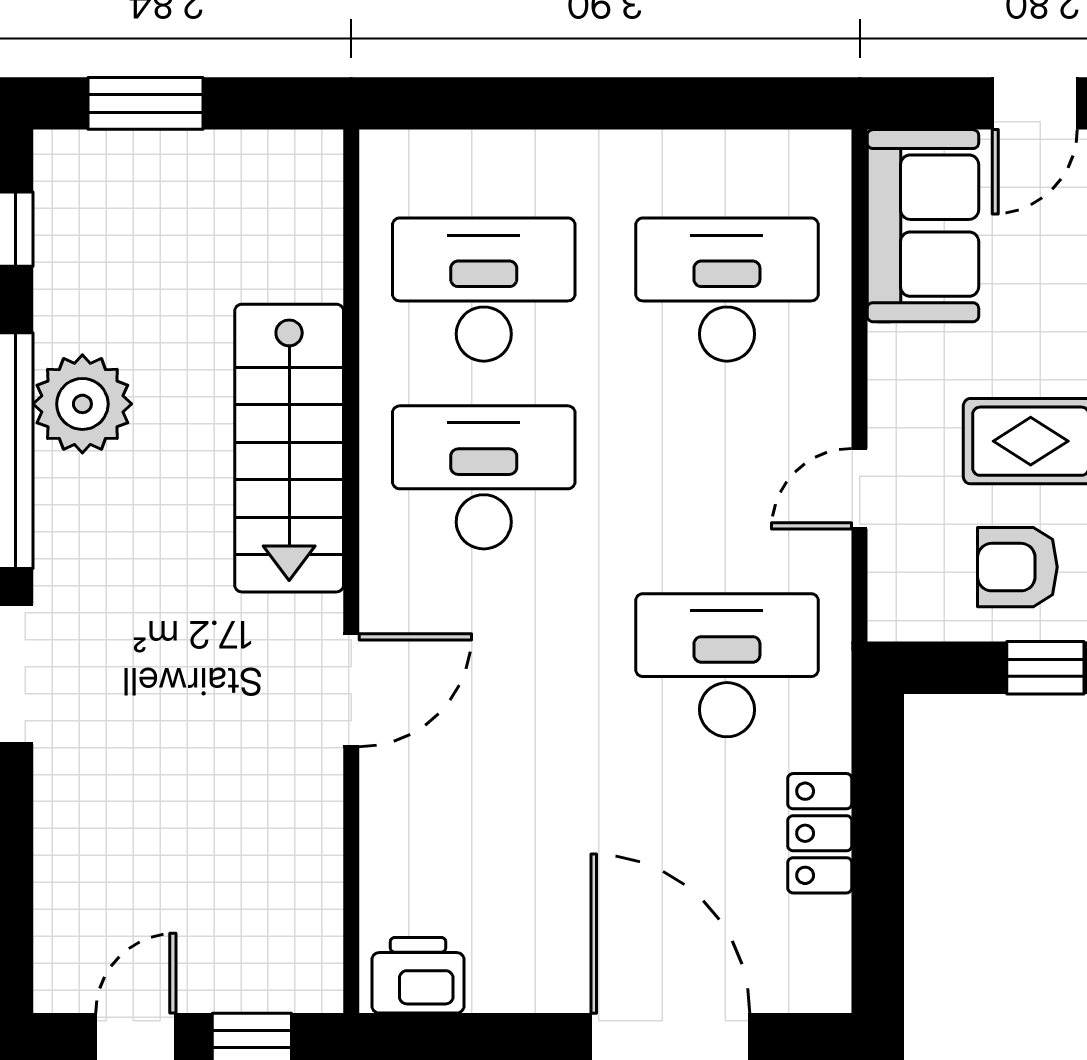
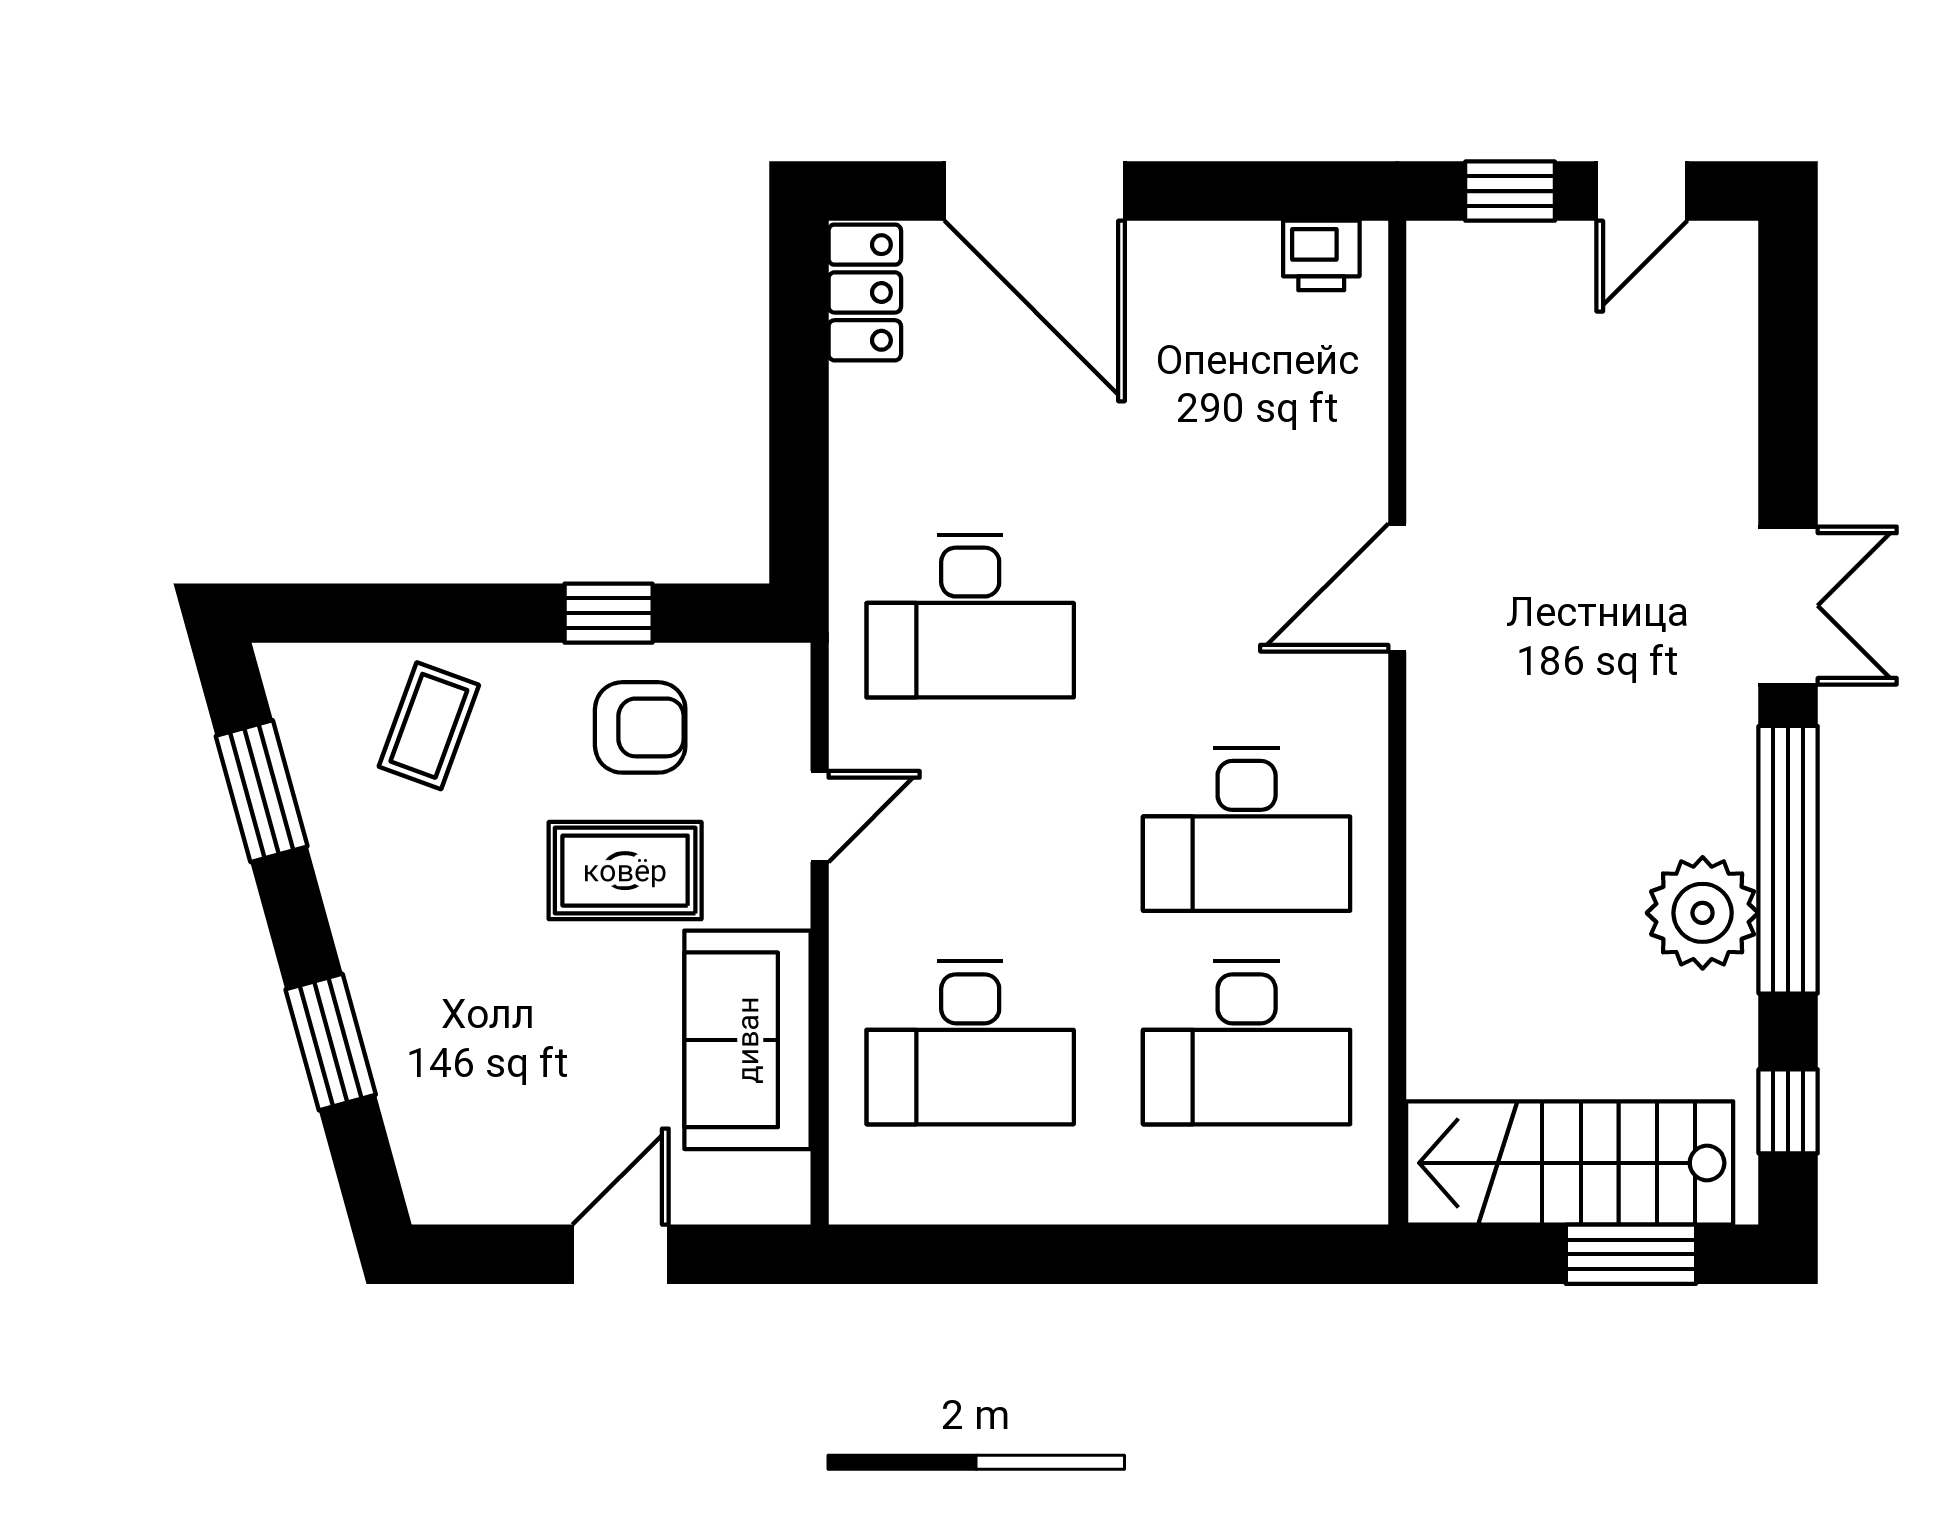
sofa: (923, 226) -> (748, 1040), moved
stairs: (289, 448) -> (1570, 1163), moved, turned -90
locker: (820, 833) -> (865, 292), moved
printer: (418, 975) -> (1321, 255), width x0.73, depth x0.81

